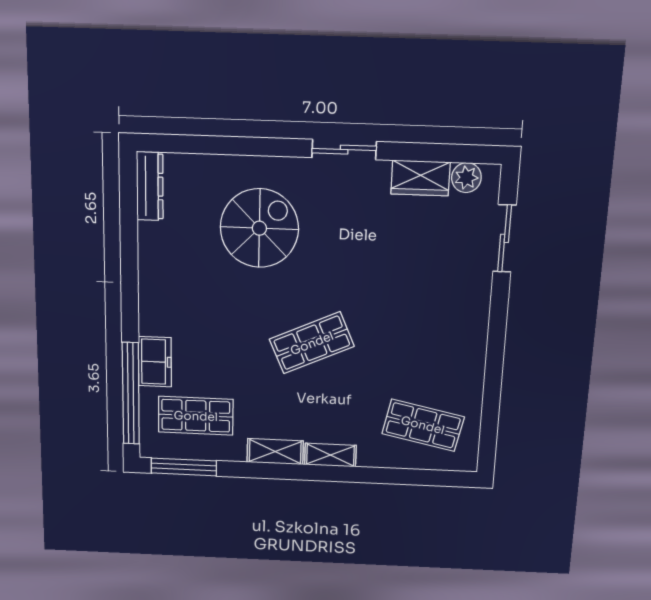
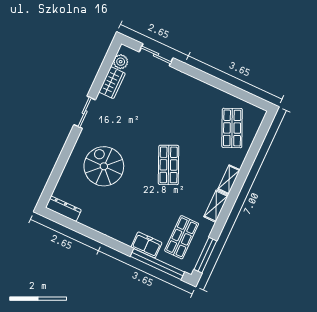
shop shelf: (423, 425) -> (232, 128), turned -36

